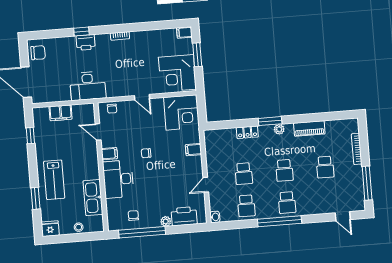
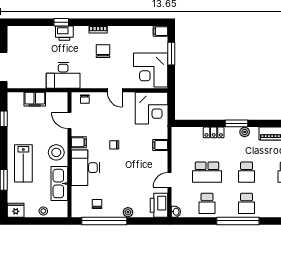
chair: (38, 53) -> (103, 51), moved, turned -90
stool: (87, 166) -> (56, 152), added
school desk: (244, 174) -> (207, 172), width x1.85
printer: (184, 216) -> (159, 205), moved, turned -90

